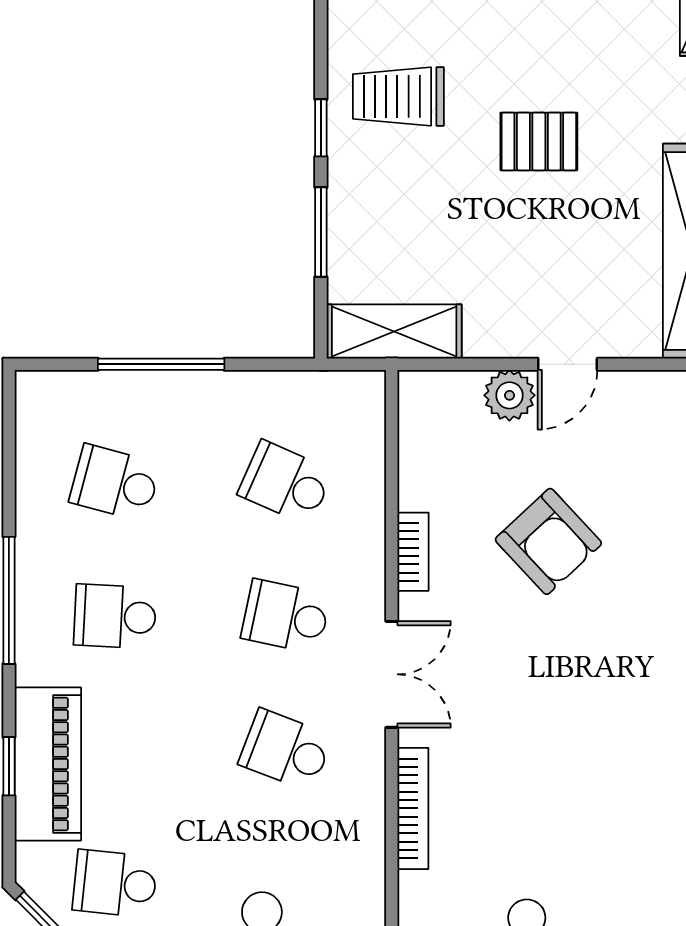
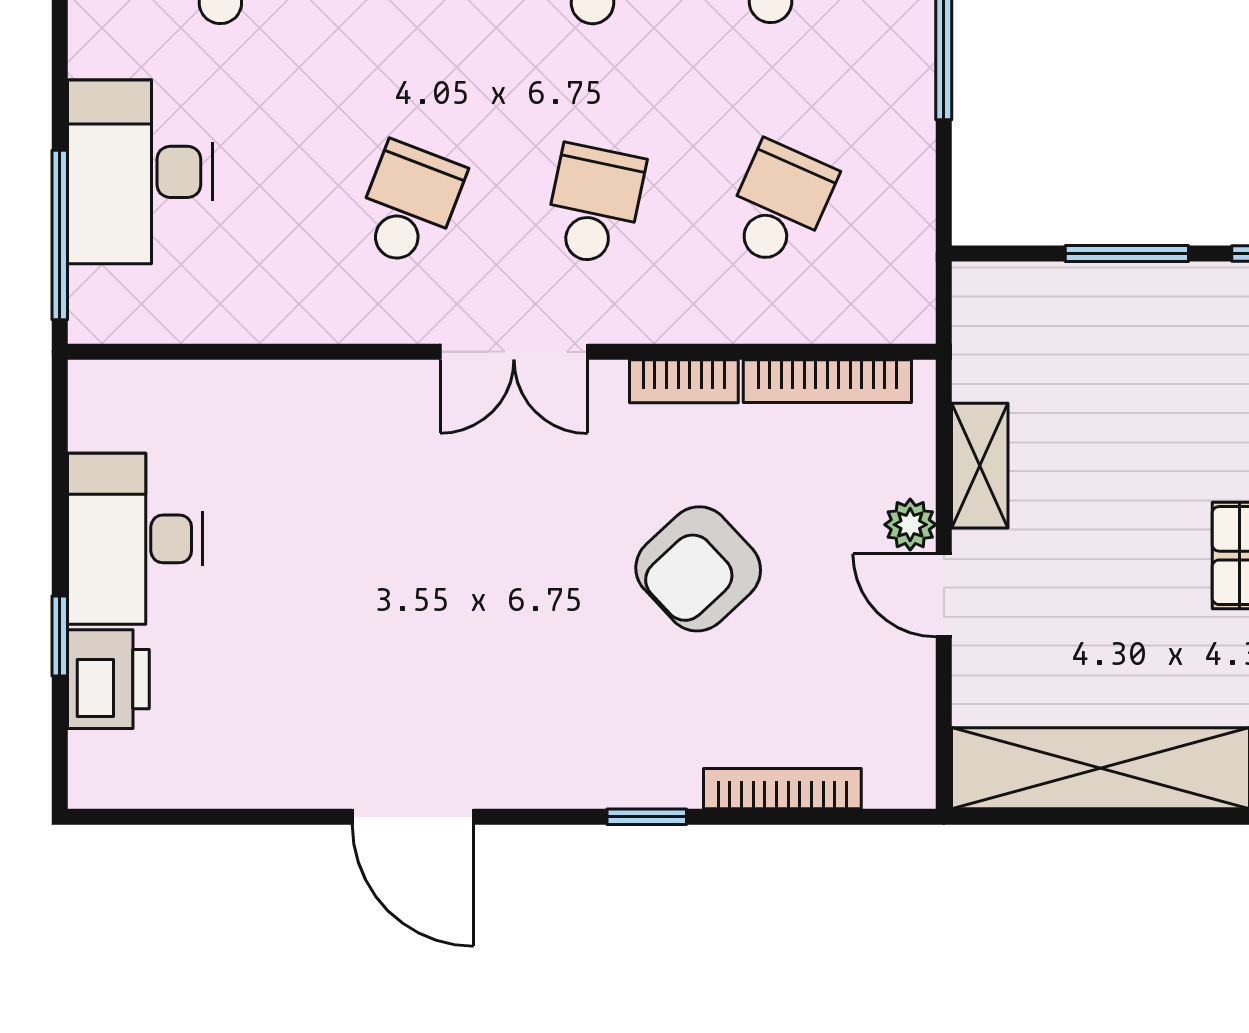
shelving: (394, 332) -> (980, 466), moved, width x0.67, depth x0.75
plant: (509, 395) -> (910, 525), width x0.73, depth x0.73
bookcase: (413, 808) -> (827, 381), moved

